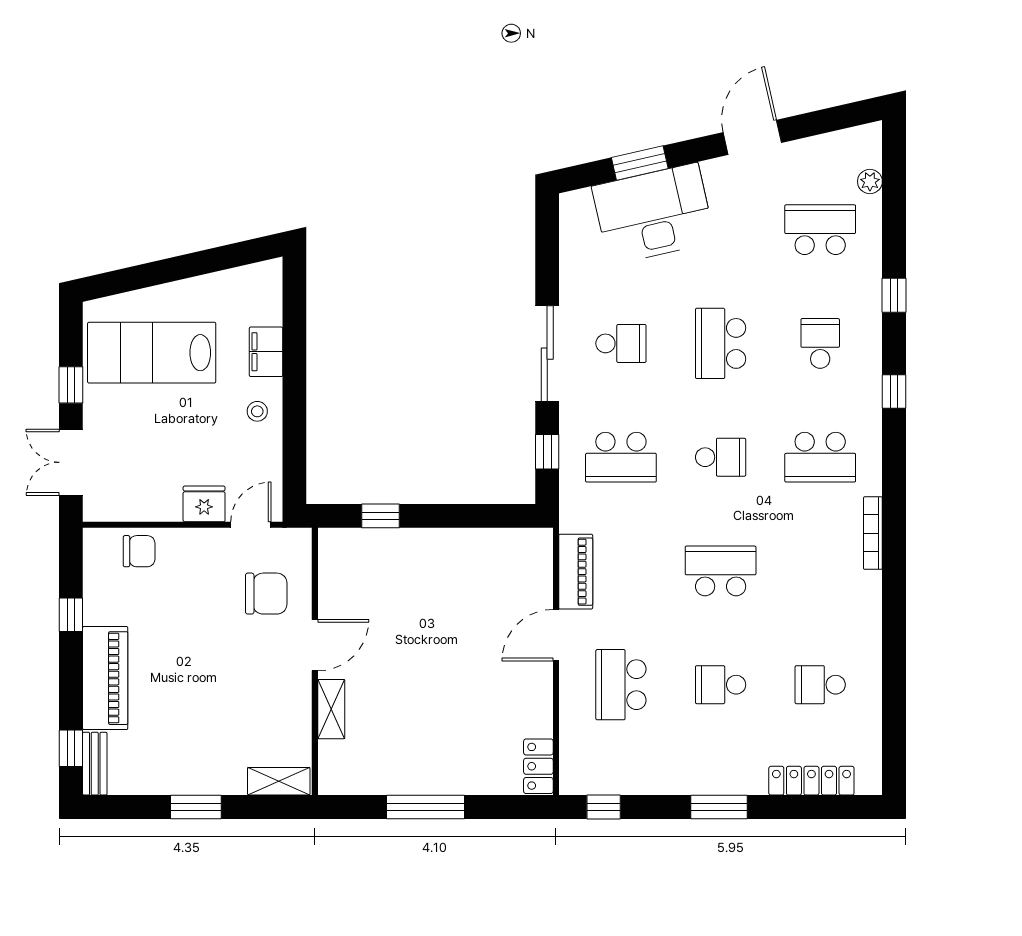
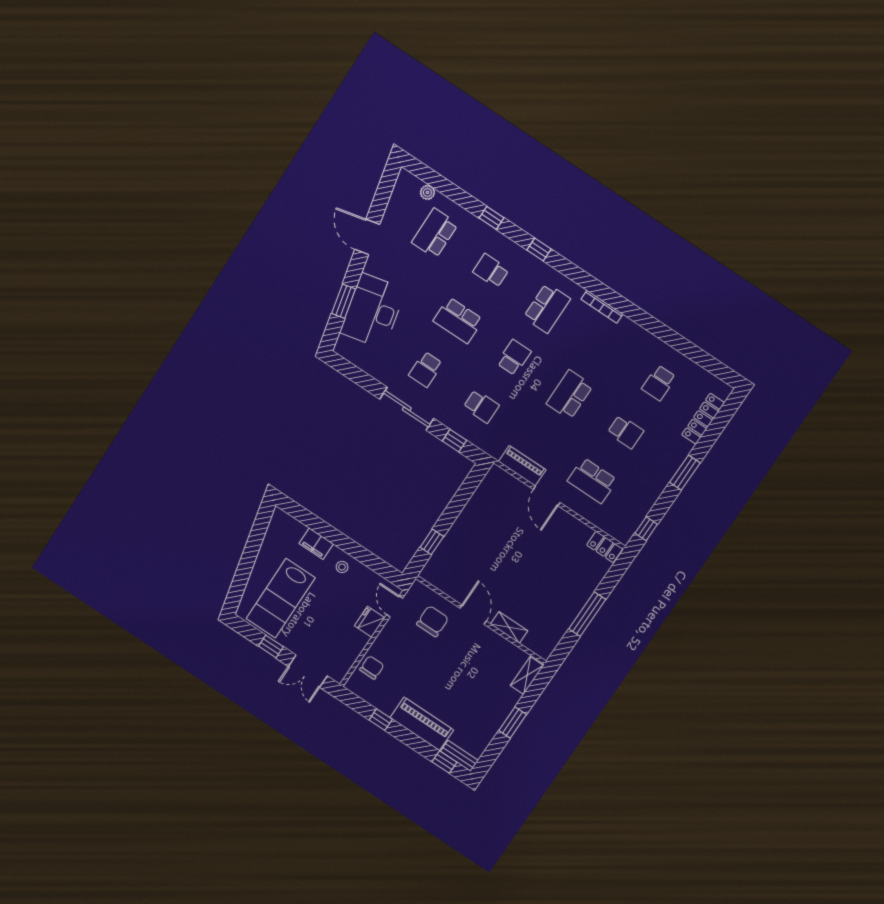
school desk: (621, 343) -> (426, 369), turned 180
school desk: (621, 457) -> (481, 406), width x0.54
school desk: (721, 685) -> (625, 432), turned -90

